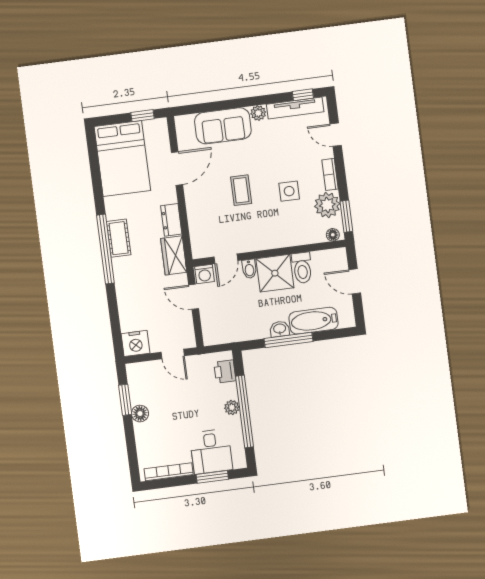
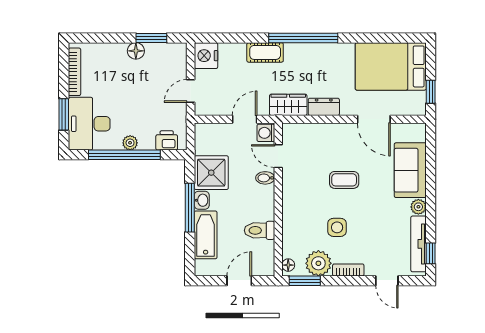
door: (336, 135) -> (387, 281), swing flipped
cot: (119, 238) -> (265, 52), moved
shower: (275, 273) -> (211, 173), moved
desk: (211, 451) -> (89, 124), width x1.37

